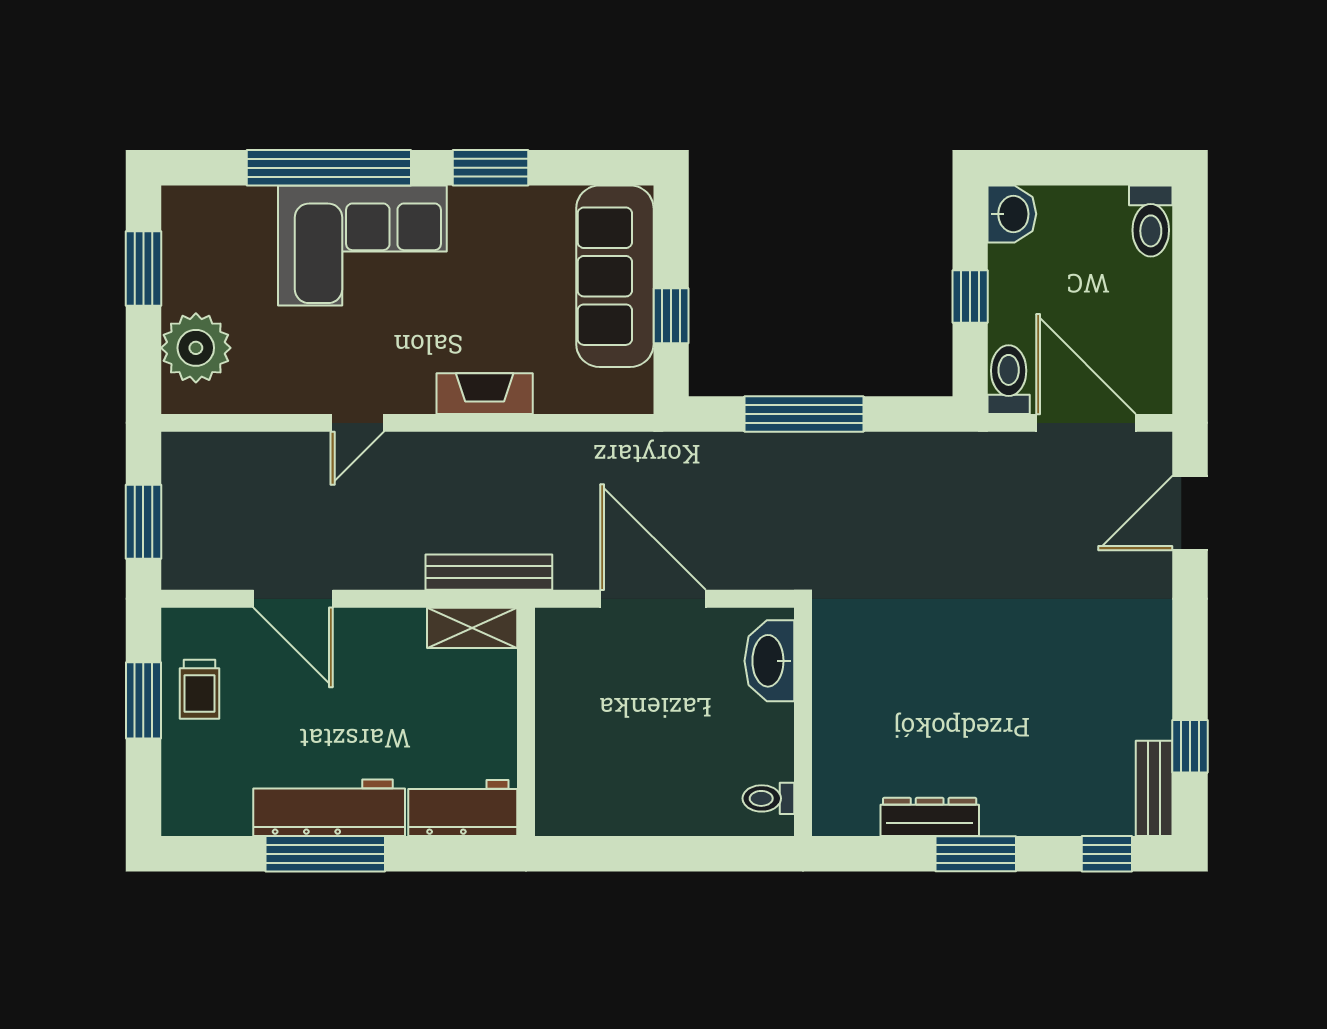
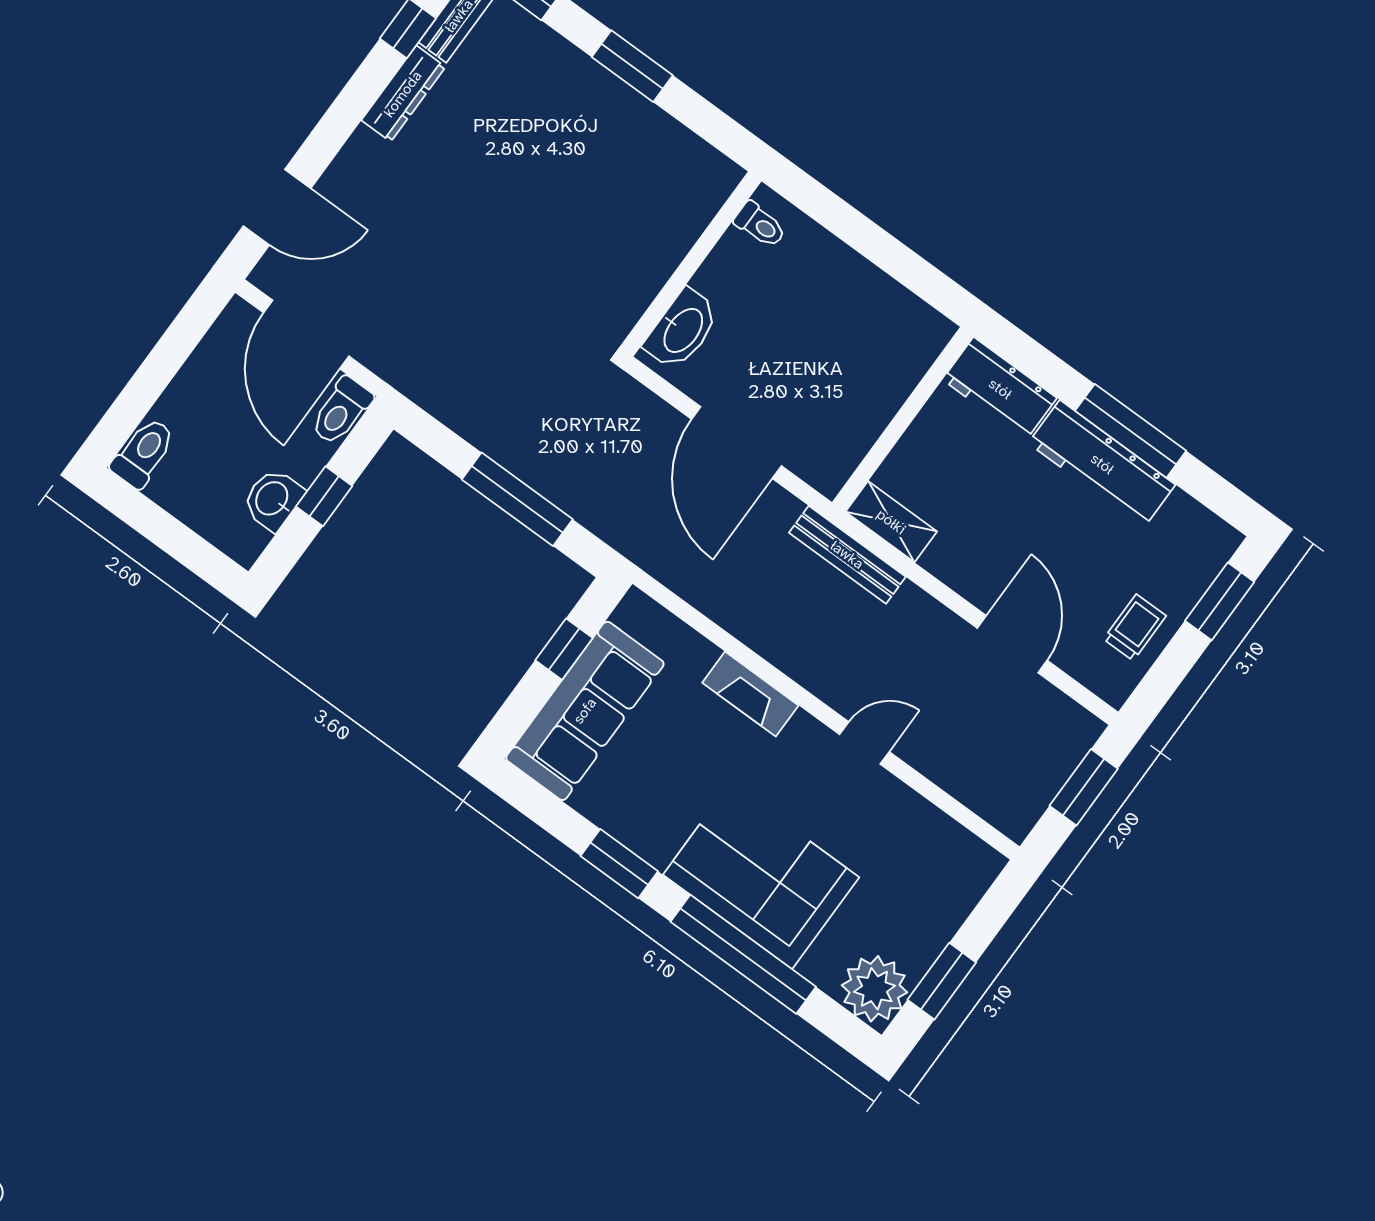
washbasin: (1012, 214) -> (273, 499), moved
plant: (196, 348) -> (874, 989), moved
window: (143, 700) -> (1220, 601), moved
dresser: (930, 817) -> (403, 94), moved, turned -90

